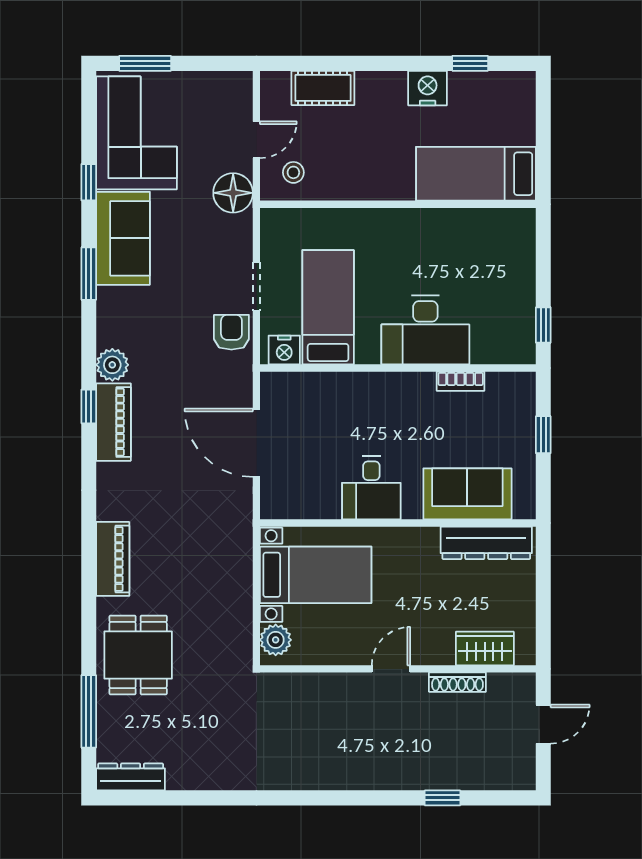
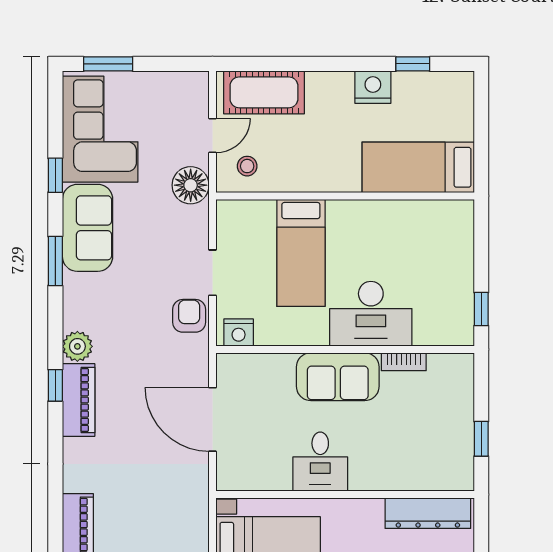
cot: (323, 88) -> (264, 92), width x1.37, depth x1.34
bed: (328, 307) -> (301, 253), moved, turned 180
window: (543, 435) -> (481, 439), moved
sofa: (467, 494) -> (338, 377), moved, turned 180

